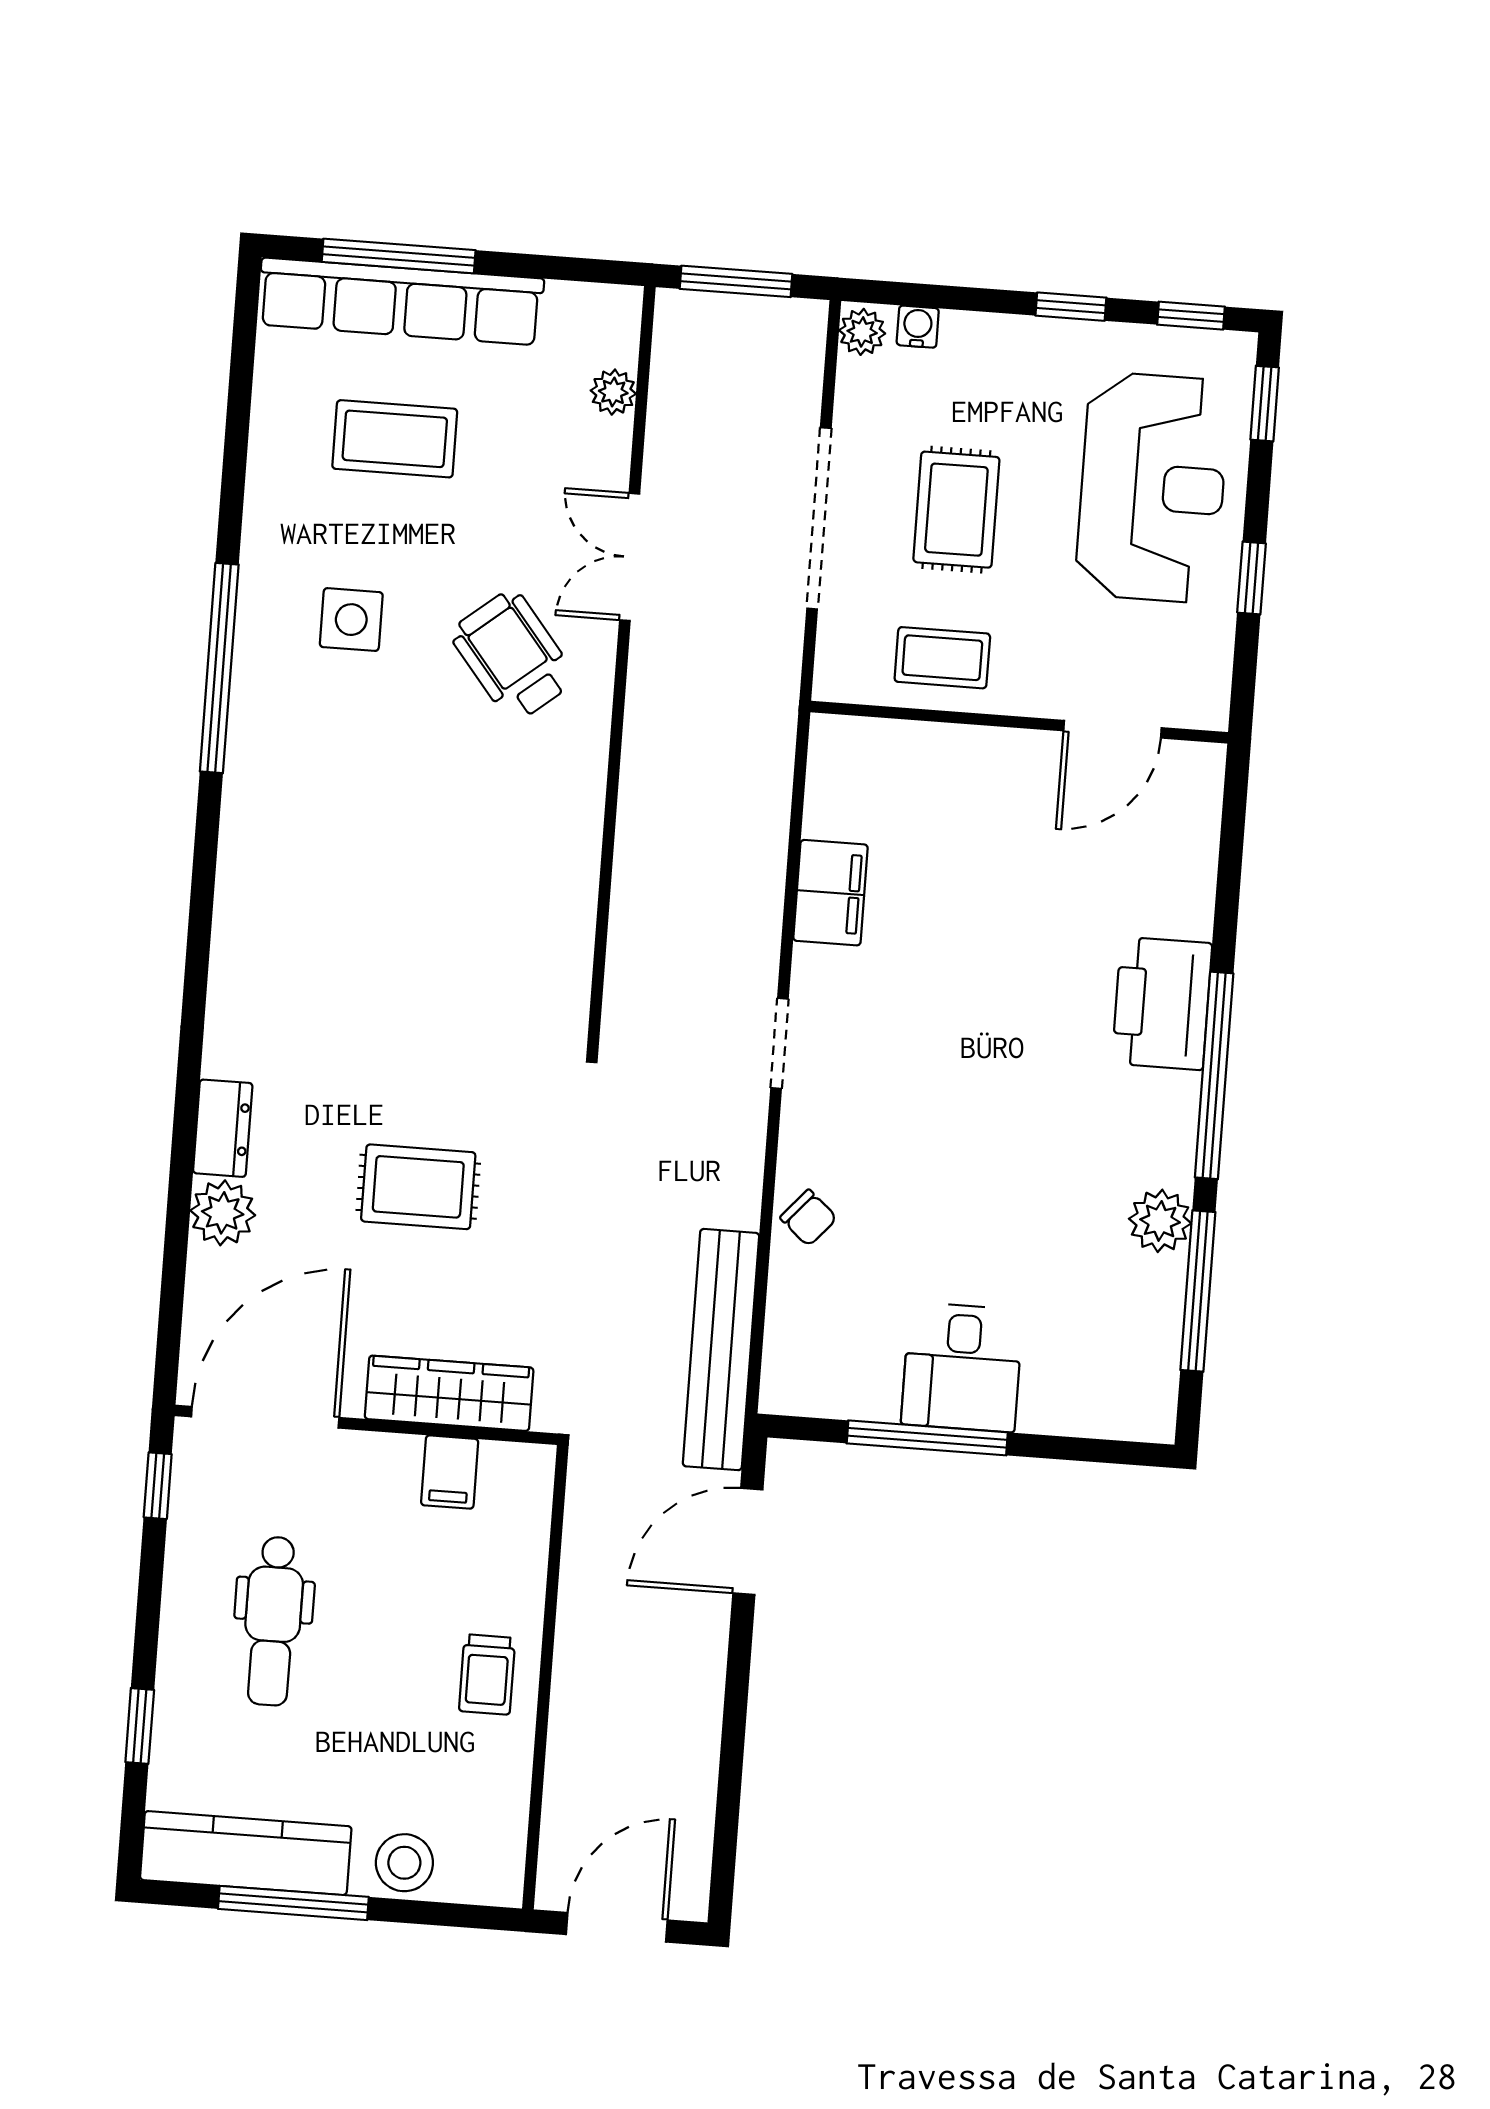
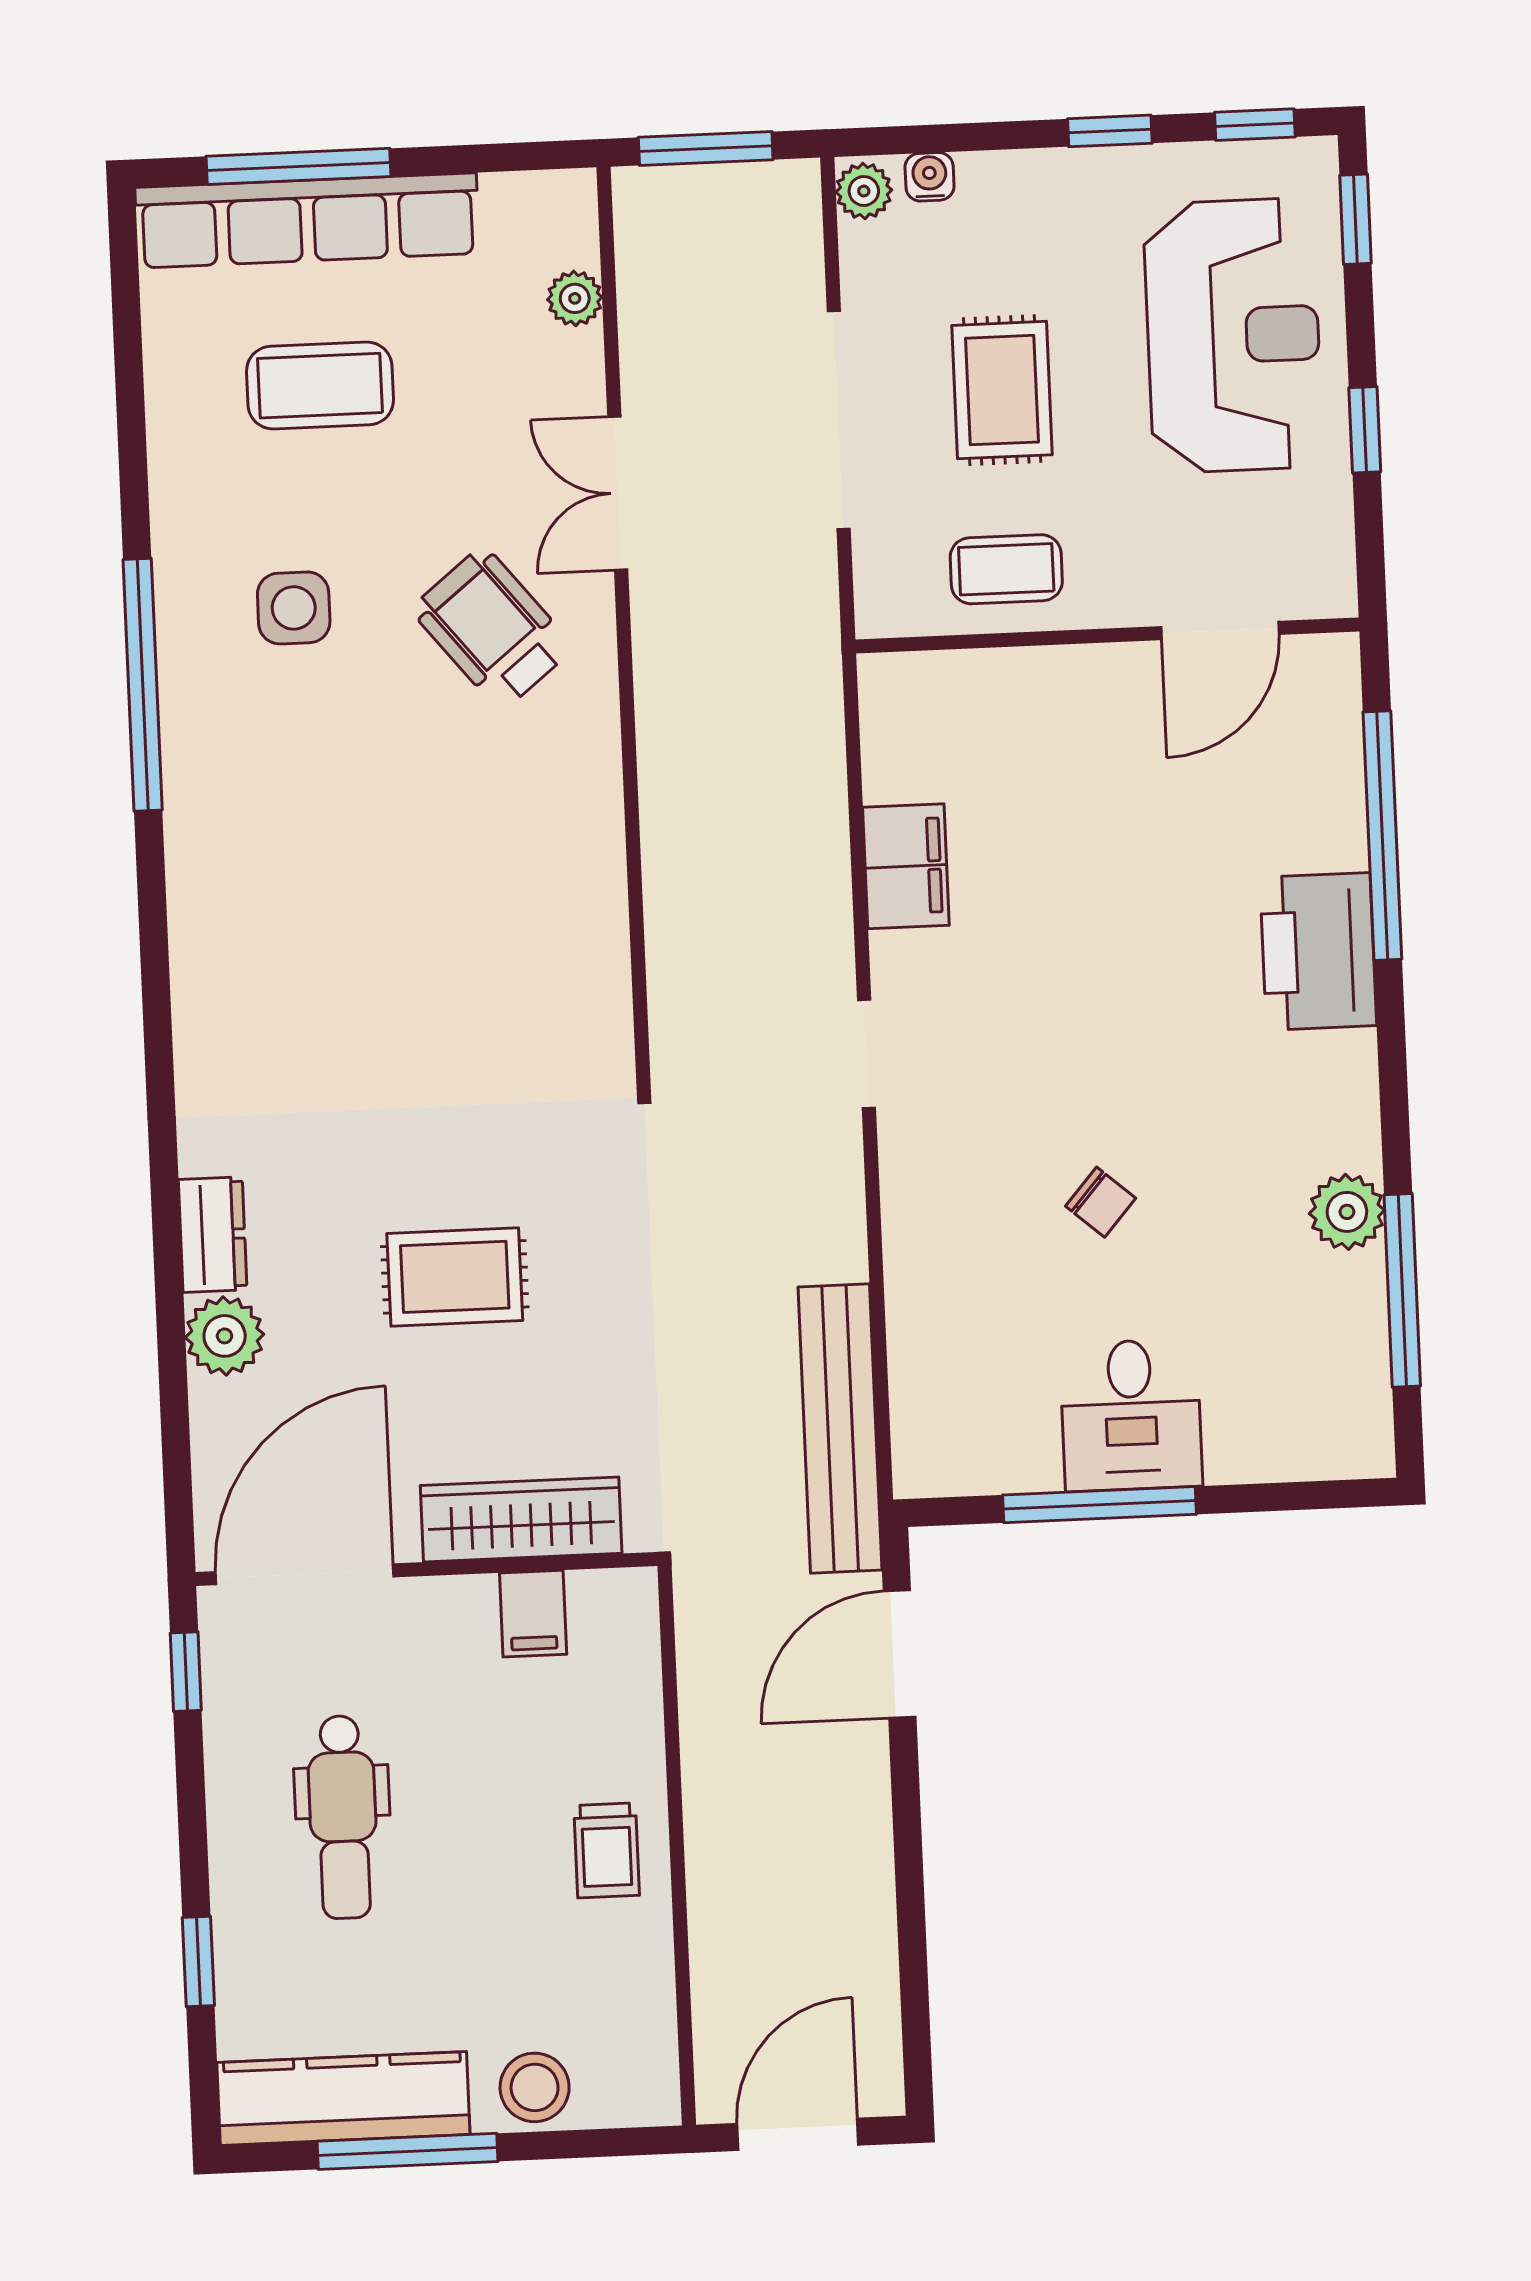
window: (1214, 1075) -> (1382, 836), moved
chair: (809, 1218) -> (1101, 1202), moved

